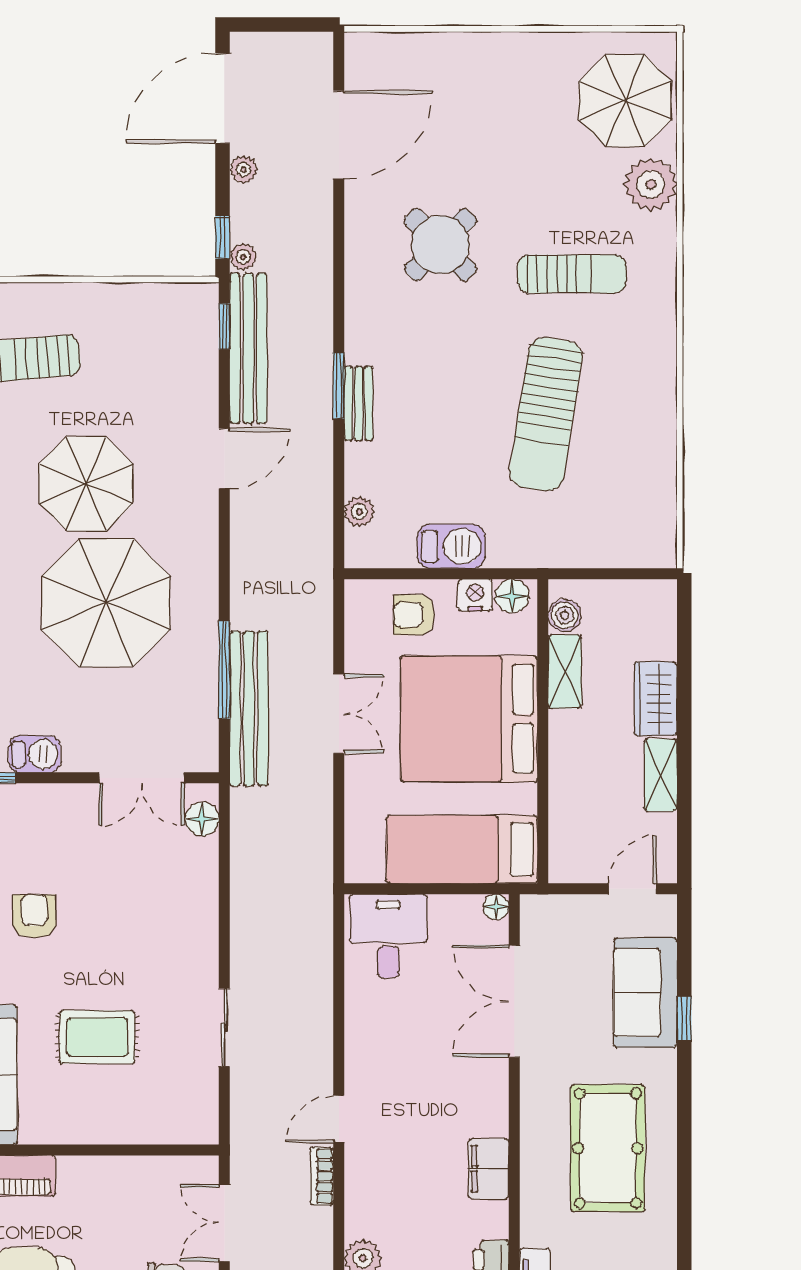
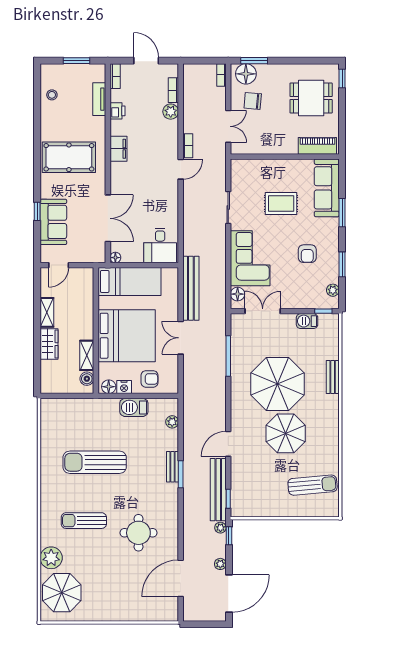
round table: (440, 245) -> (138, 533), turned 45
sun lounger: (546, 414) -> (95, 462), turned -99
bench: (249, 708) -> (191, 288), moved
corner sofa: (171, 905) -> (250, 258), added
pool table: (608, 1148) -> (69, 157), turned 90

